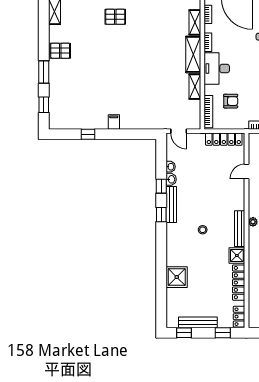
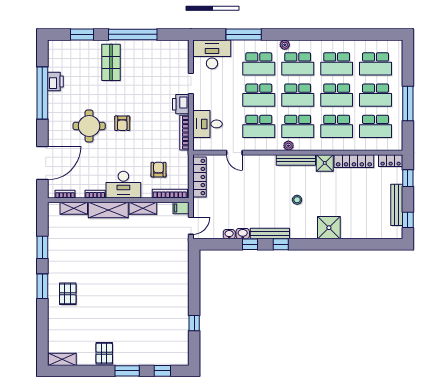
filing cabinet: (114, 122) -> (181, 208), moved
shower: (177, 277) -> (329, 228), moved

